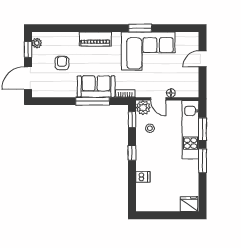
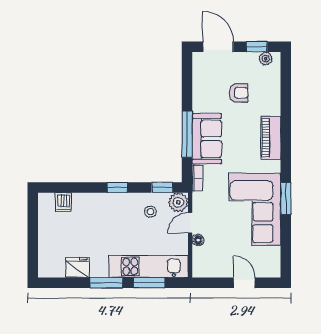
dishwasher: (143, 177) -> (64, 202), moved
fridge: (189, 204) -> (77, 268), moved, turned -90

